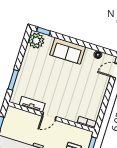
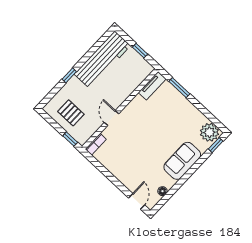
tv unit: (32, 104) -> (152, 86), moved
door: (49, 116) -> (112, 118), moved

